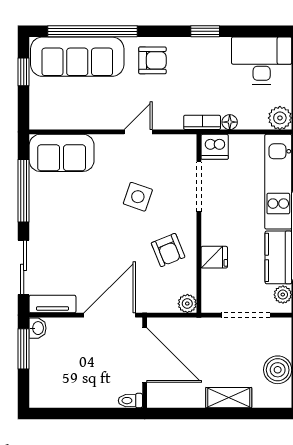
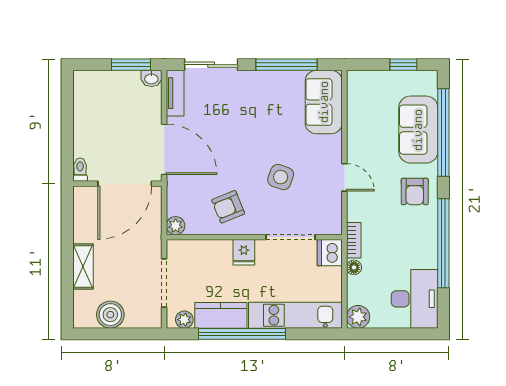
window: (205, 31) -> (443, 243), width x3.17
sofa: (77, 57) -> (418, 130), width x0.73
fridge: (214, 257) -> (244, 252), moved

